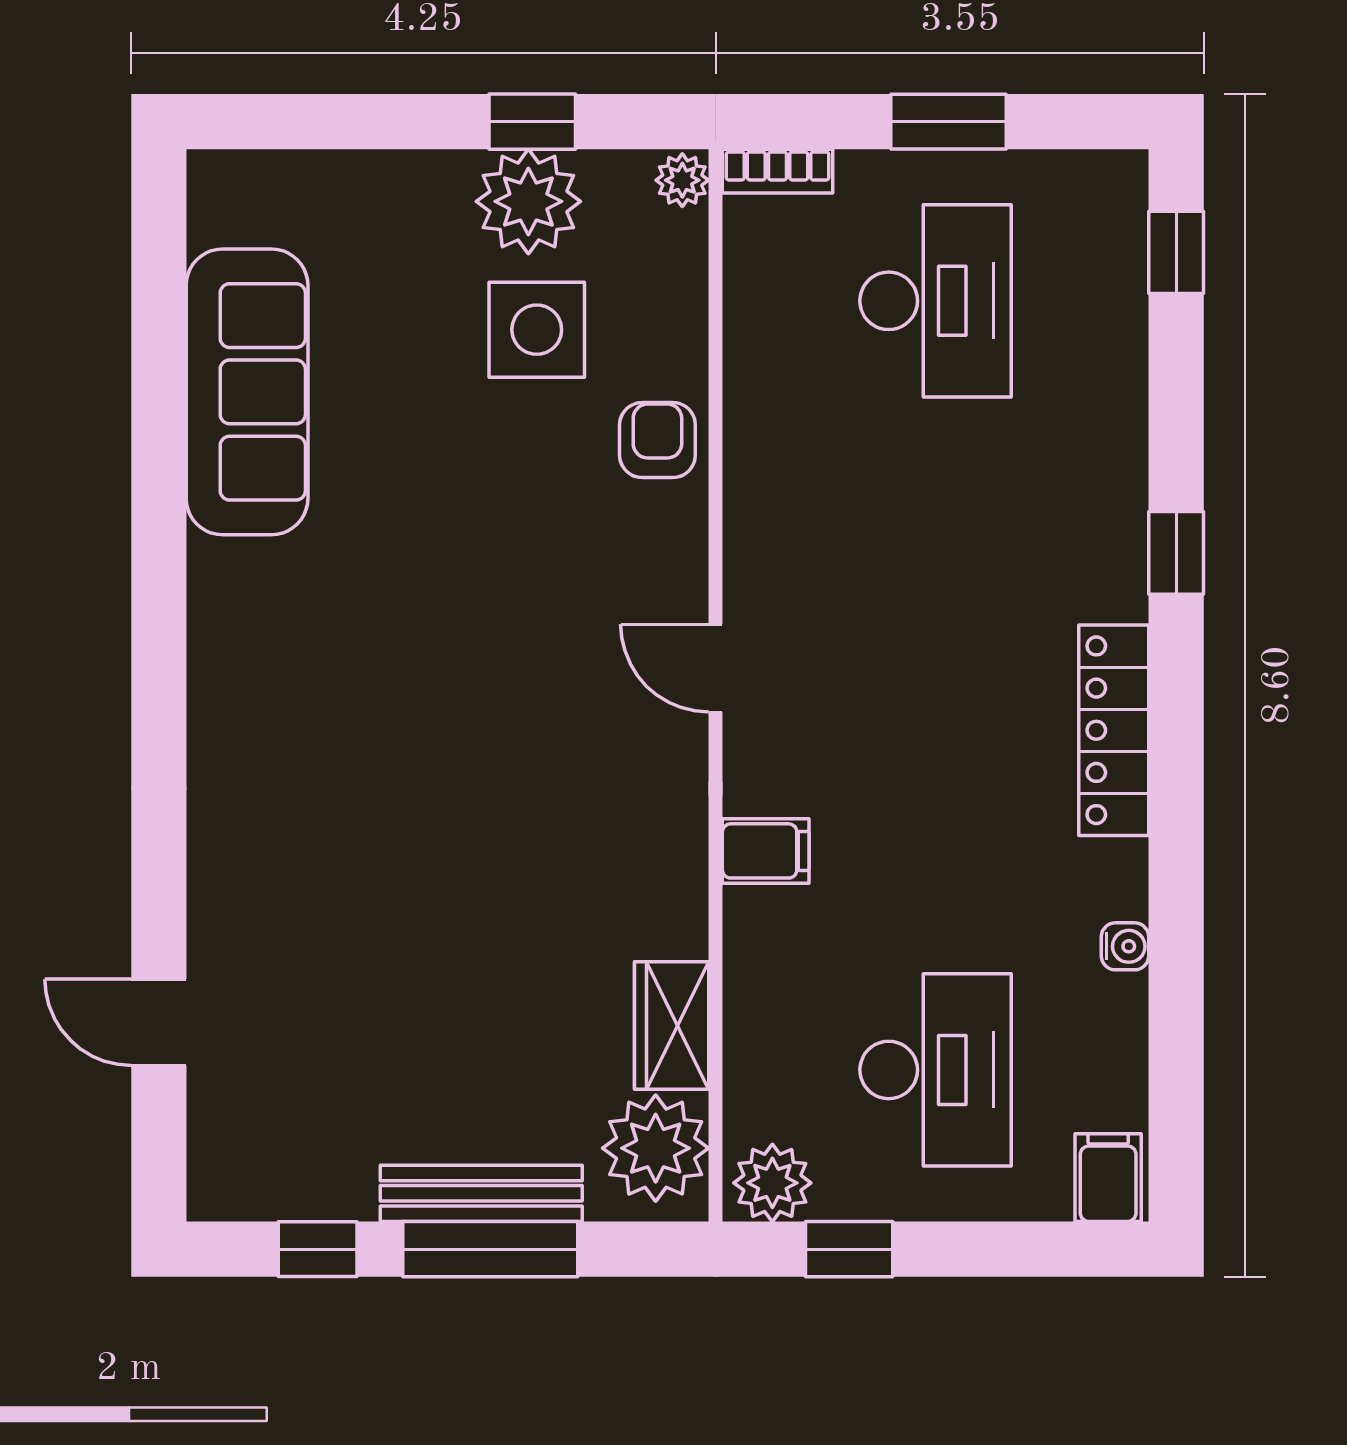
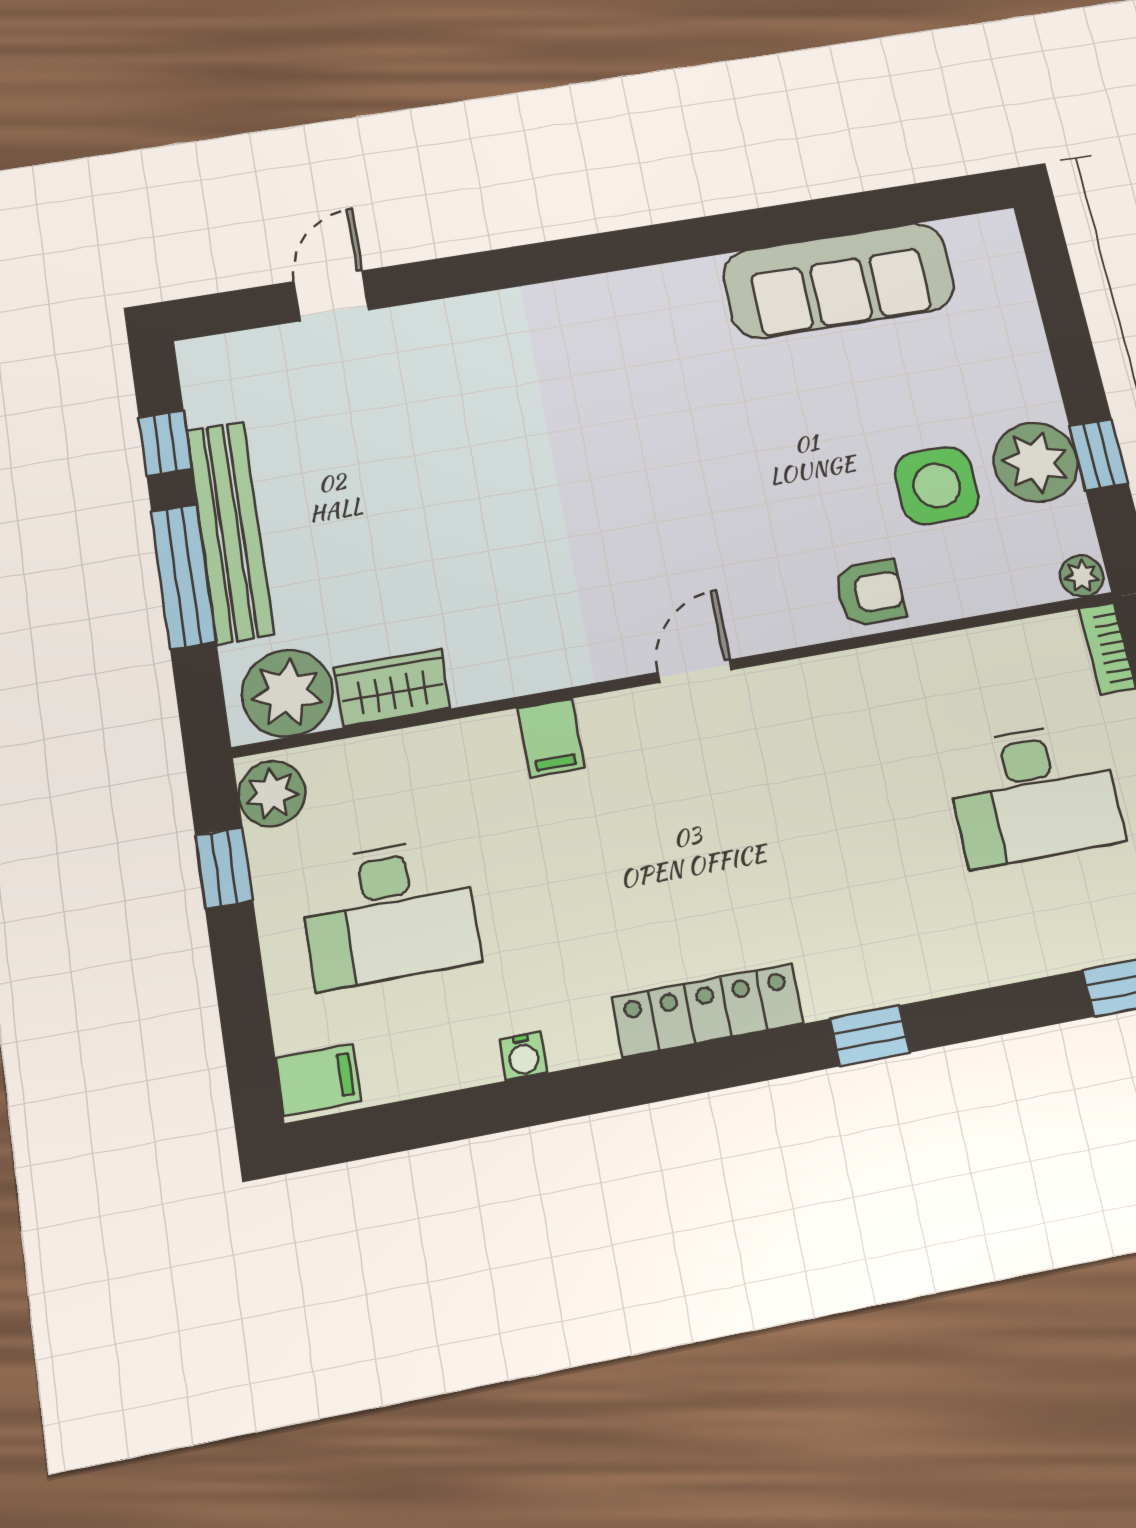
bench: (481, 1193) -> (230, 532), width x1.37, depth x1.21

